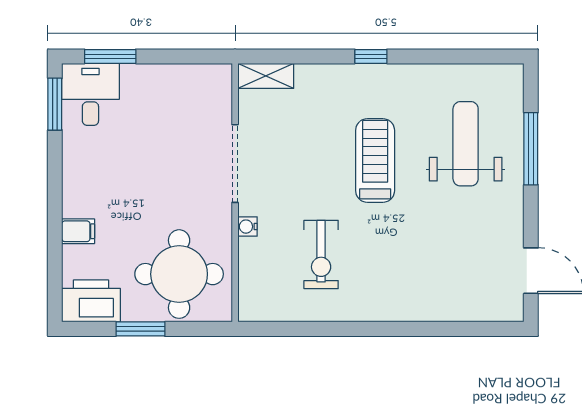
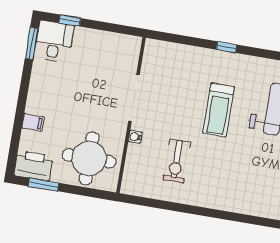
window: (110, 56) -> (70, 21), width x0.67
shelving: (266, 76) -> (161, 48), removed
treadmill: (375, 161) -> (219, 110), turned 180
window: (140, 329) -> (44, 185), moved

